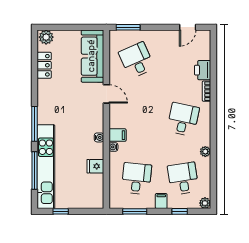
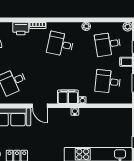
door: (106, 94) -> (40, 106), swing flipped
filing cabinet: (118, 135) -> (68, 97), width x2.00
fridge: (95, 166) -> (98, 115), removed

